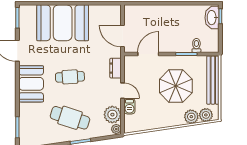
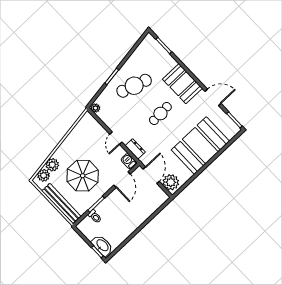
door: (123, 36) -> (151, 175), hinge flipped
door: (123, 91) -> (116, 138), hinge flipped
barbecue: (129, 106) -> (129, 161), moved
plant: (112, 115) -> (171, 182), moved

